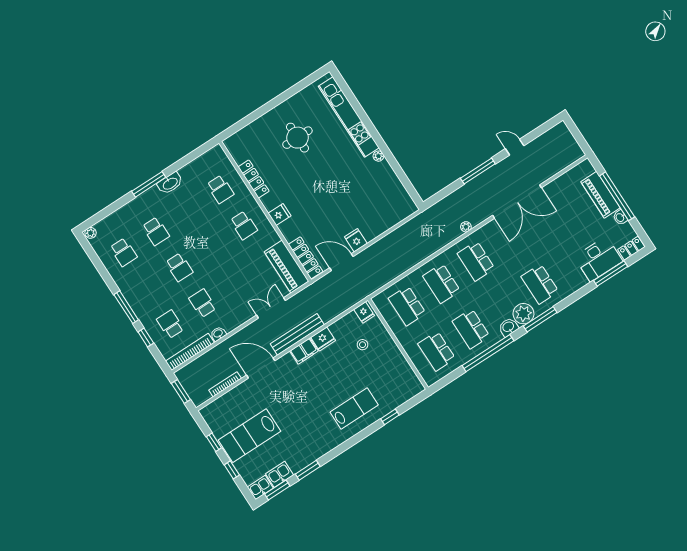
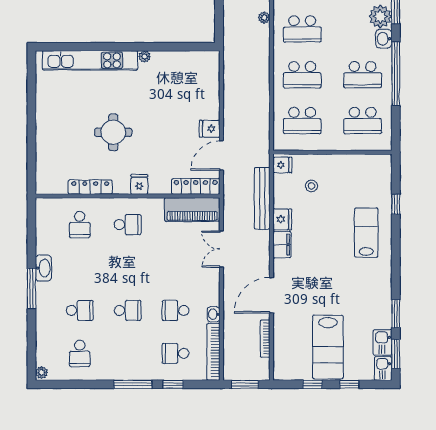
round table: (297, 138) -> (113, 132), moved
school desk: (220, 189) -> (80, 225), turned 90
school desk: (123, 252) -> (80, 353), turned 90
bench: (297, 334) -> (262, 198), moved

